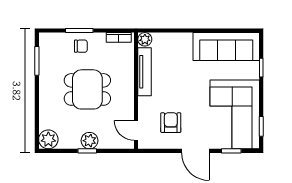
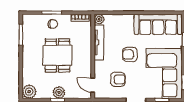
armchair: (187, 88) -> (130, 54), added
dining table: (87, 89) -> (57, 55), turned 90
armchair: (171, 123) -> (118, 79), turned 90

